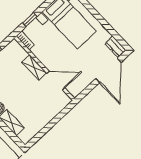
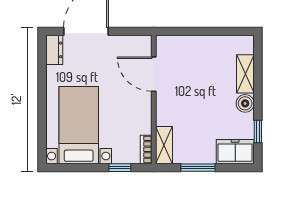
shelving: (34, 68) -> (164, 145), moved

